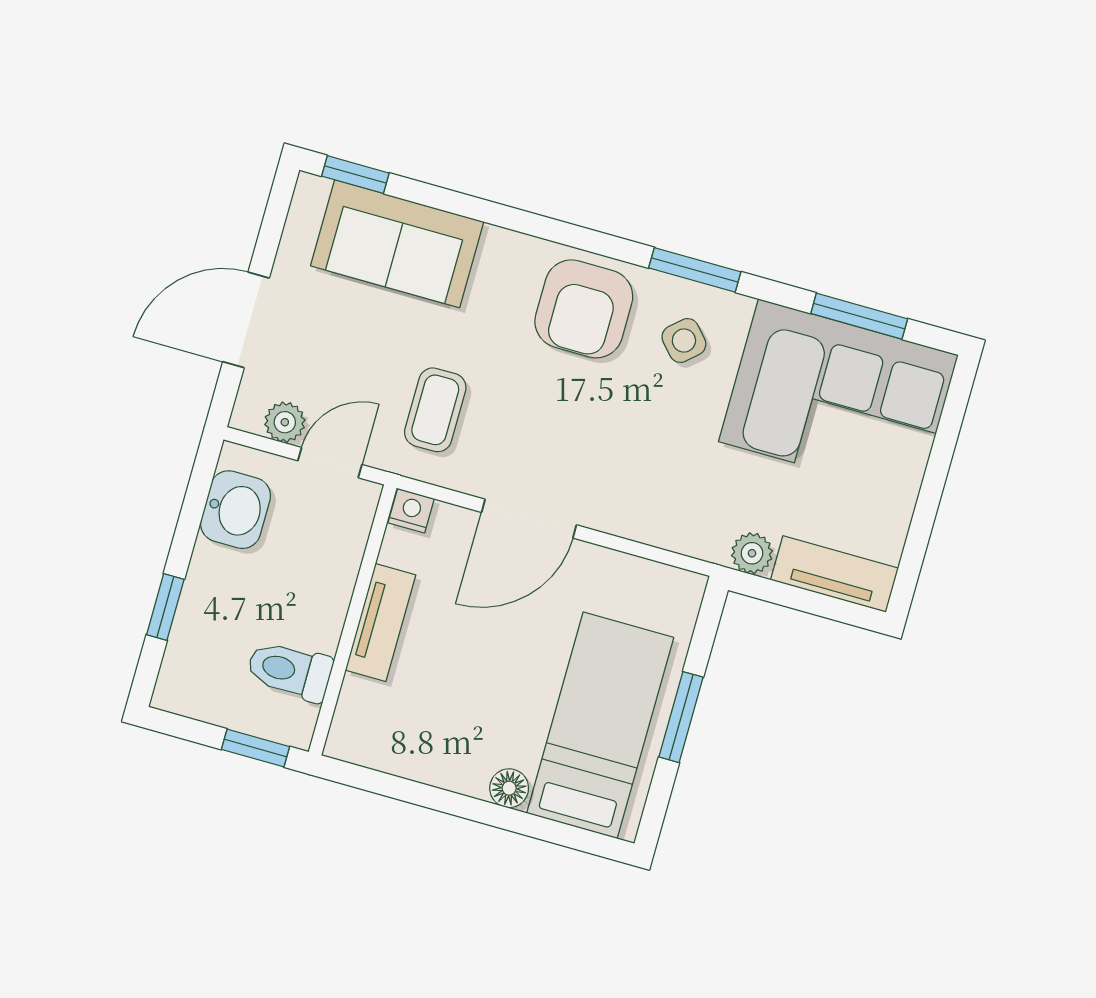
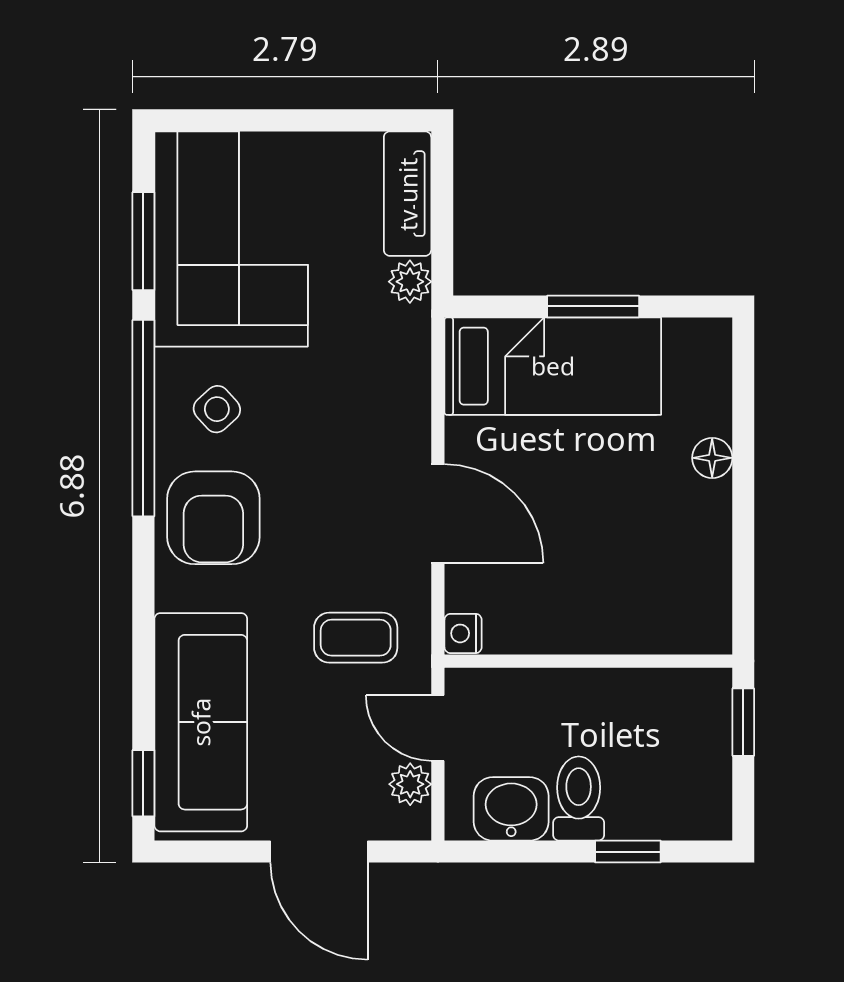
sofa: (397, 244) -> (201, 722), width x1.36
window: (695, 270) -> (143, 418), width x2.11
armchair: (584, 309) -> (213, 518), turned 90
tv unit: (381, 623) -> (583, 633), removed
toilet: (290, 671) -> (579, 798), moved, turned 180
bed: (600, 725) -> (553, 366), moved, turned 180

